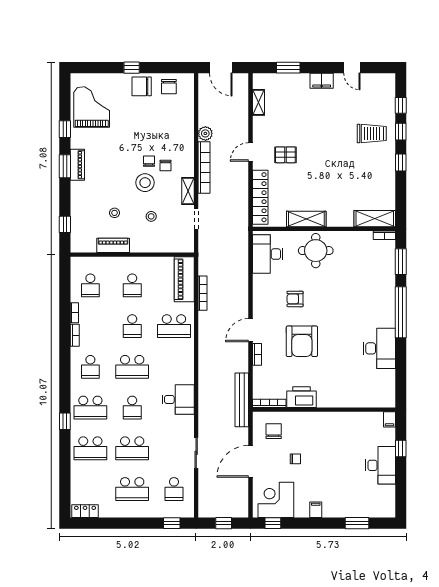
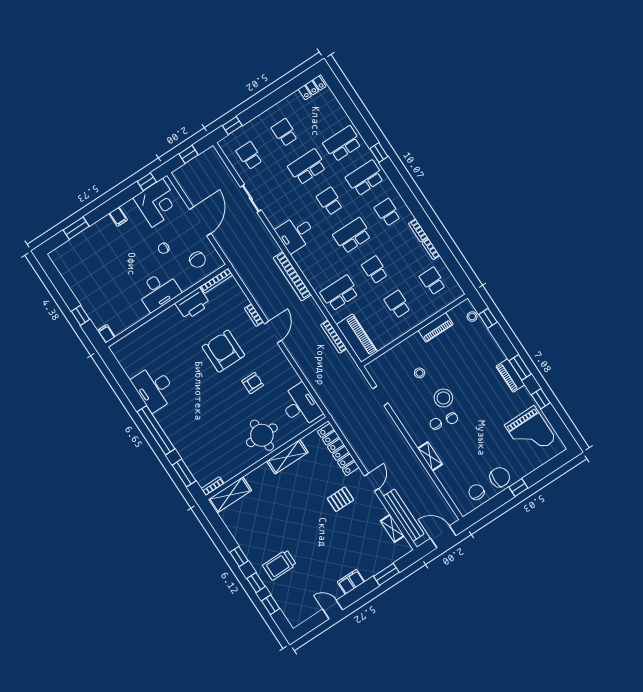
plant: (205, 133) -> (420, 473), removed
bookcase: (204, 168) -> (292, 276), moved
shelving: (188, 191) -> (430, 456), moved
stool: (115, 213) -> (472, 317), moved
bench: (242, 400) -> (404, 515), moved
desk: (381, 465) -> (159, 291), moved, turned -90
school desk: (132, 489) -> (285, 133), width x0.54

